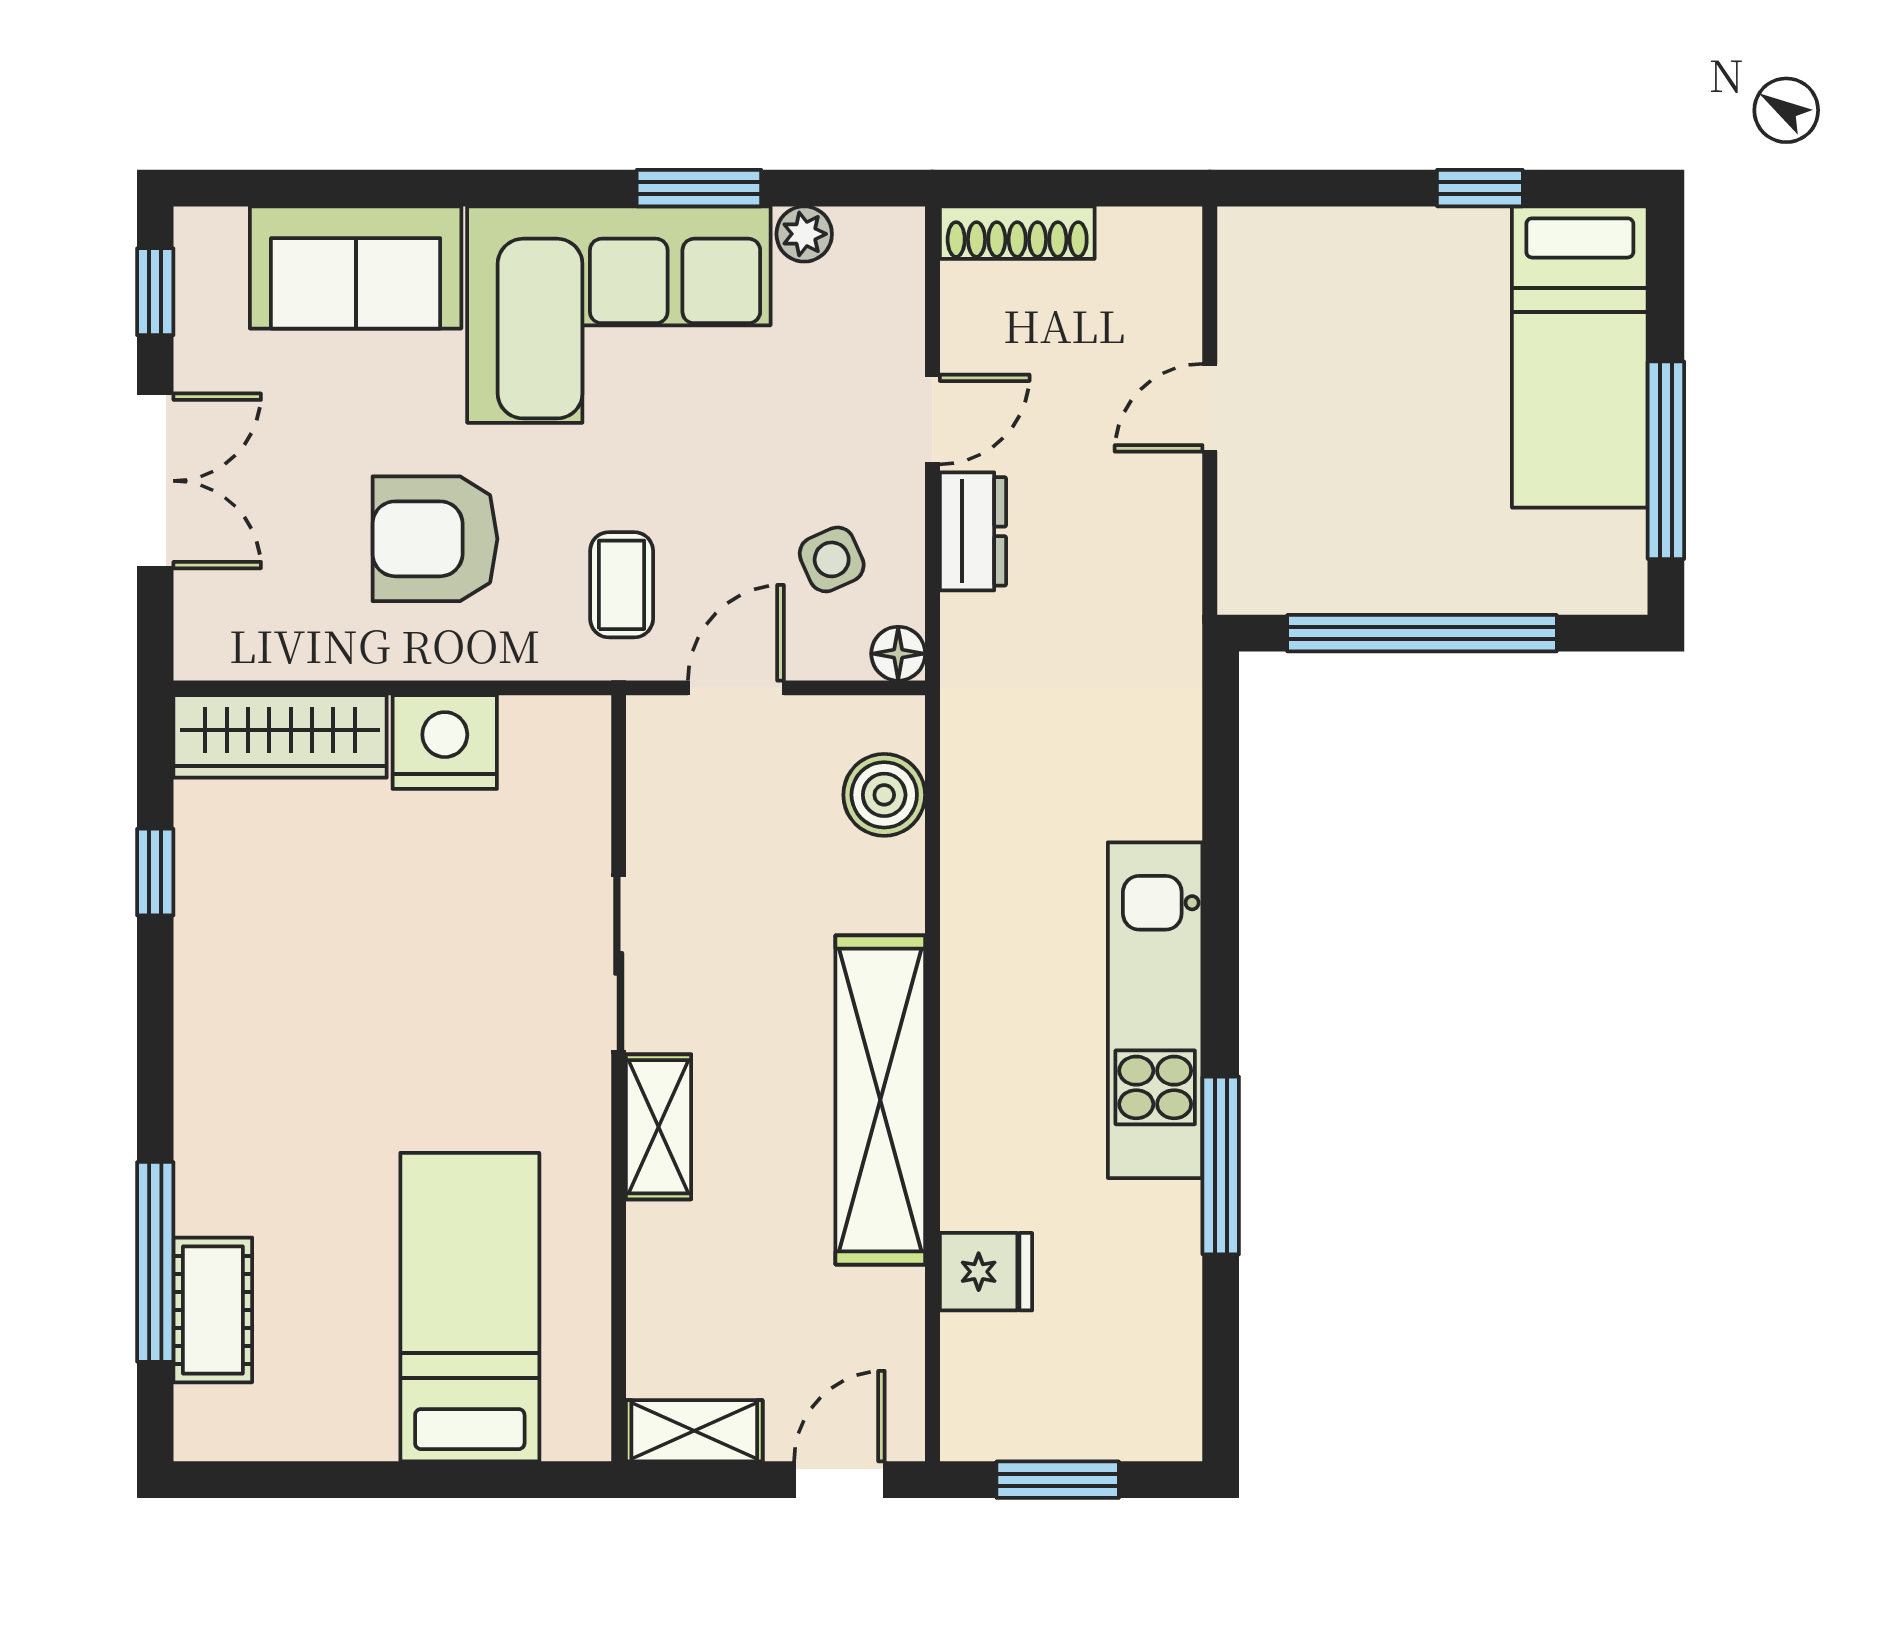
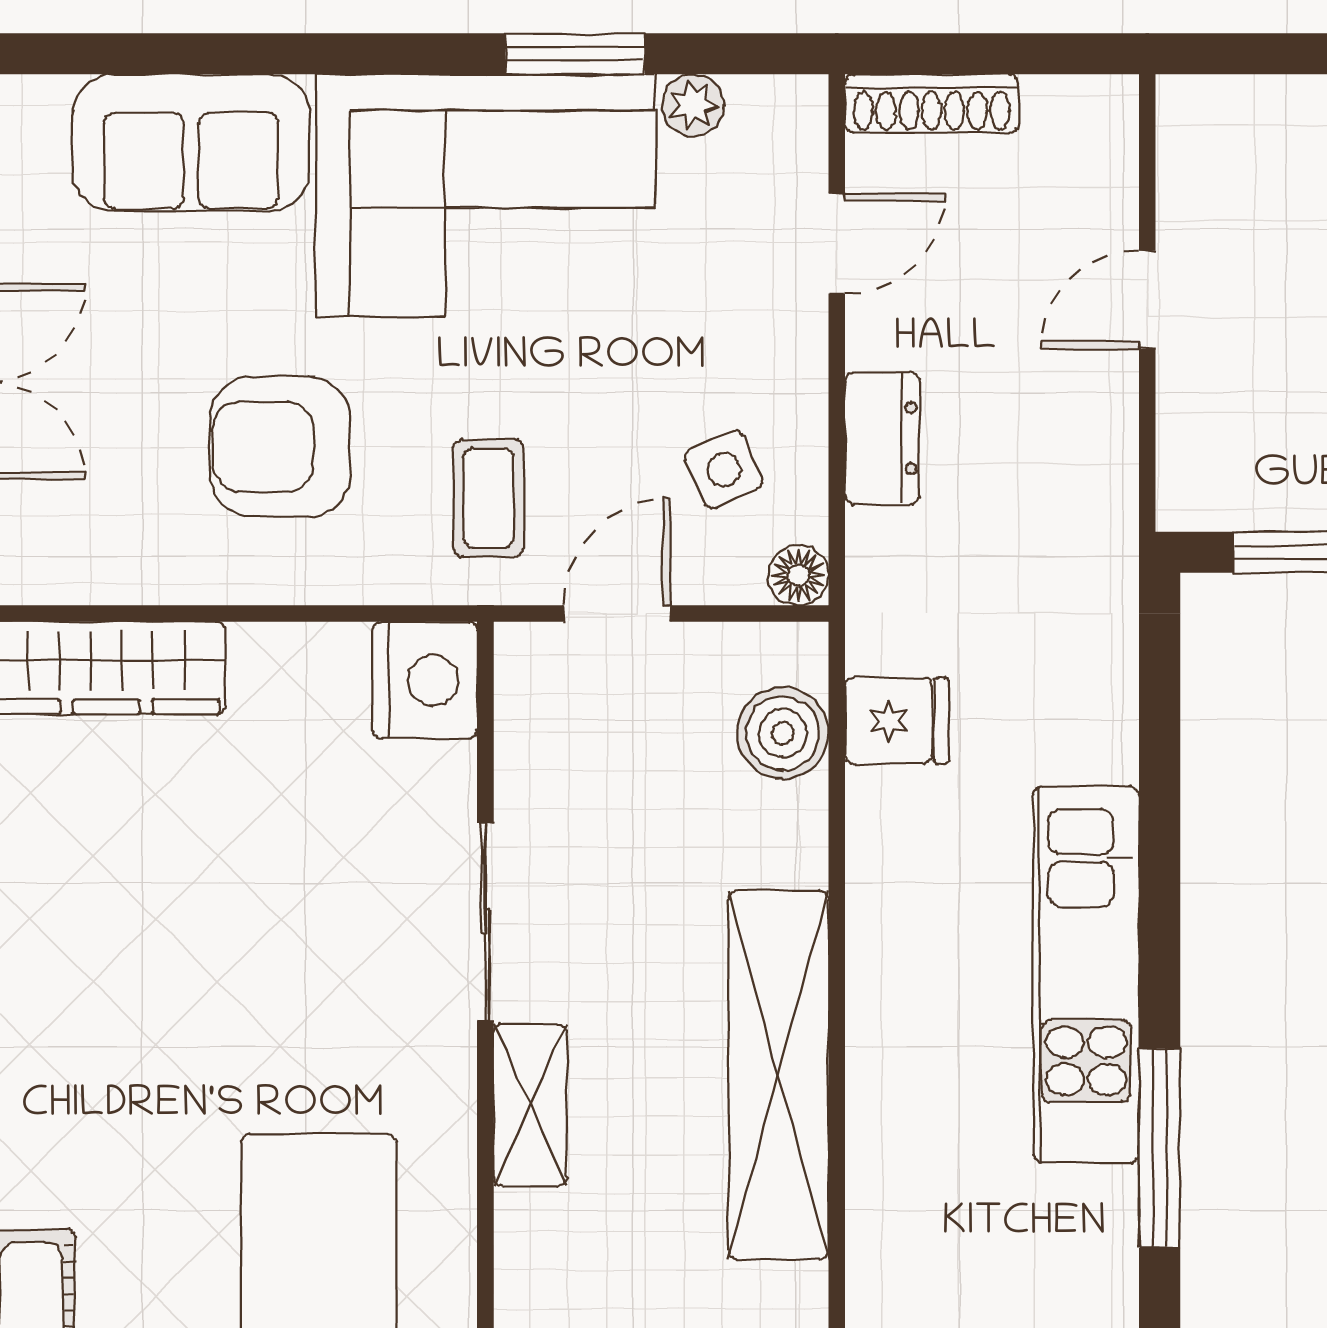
door: (932, 419) -> (837, 243), moved
nightstand: (445, 742) -> (425, 680), moved, turned 90
fridge: (986, 1272) -> (897, 720), moved

